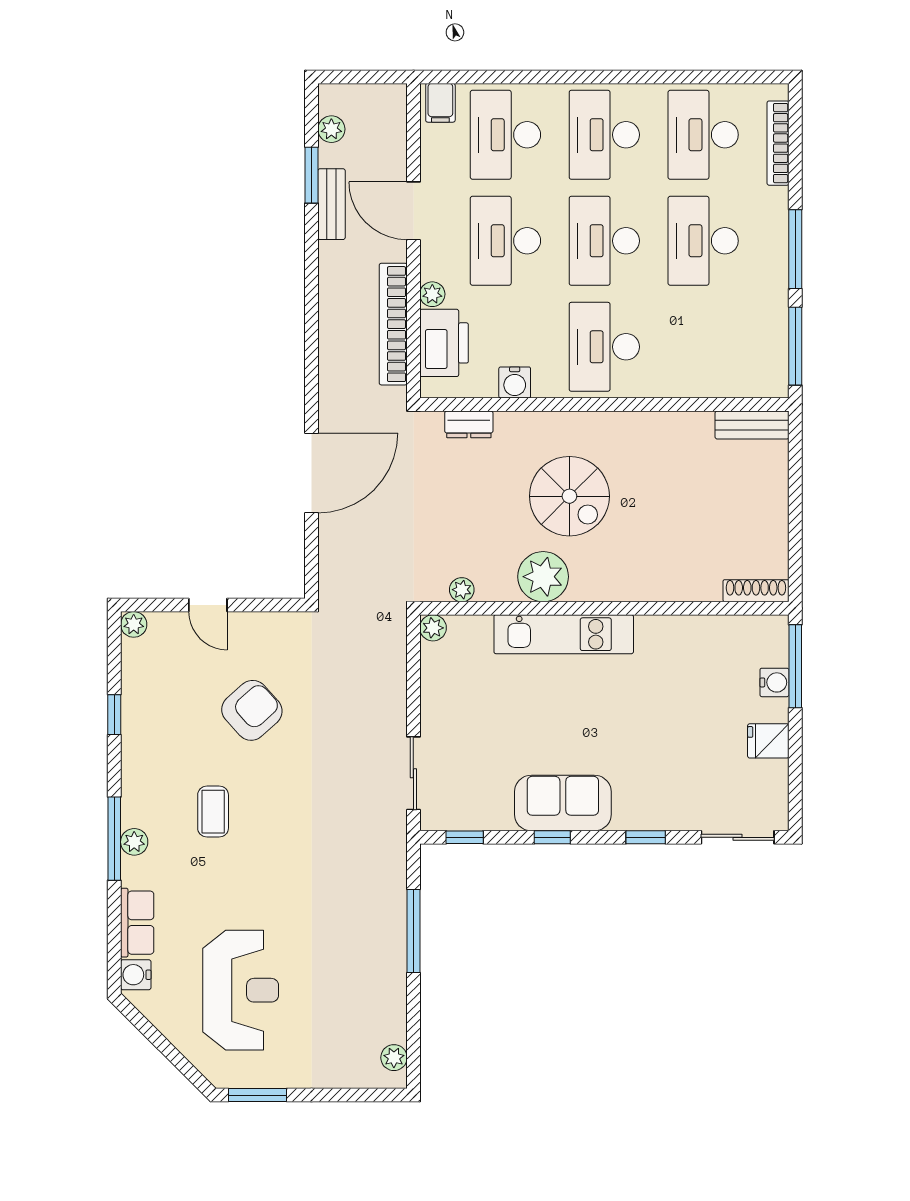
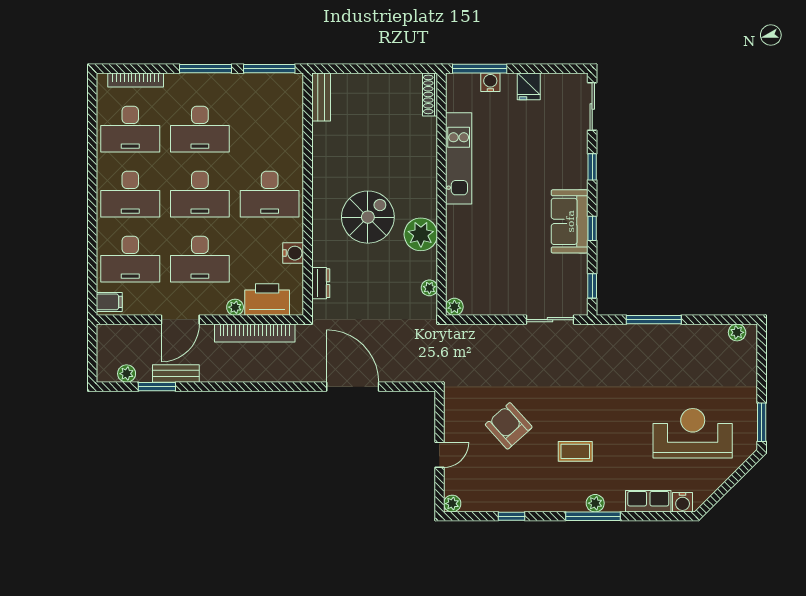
kitchen unit: (564, 634) -> (459, 158), moved

